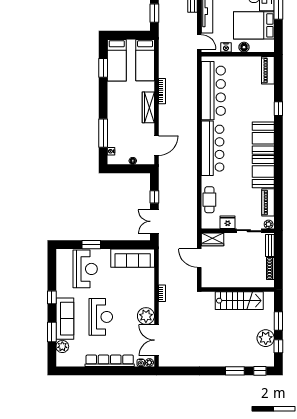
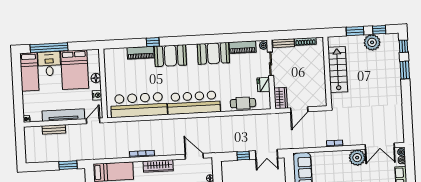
piano: (268, 70) -> (141, 53), moved
booth: (263, 138) -> (170, 56), moved

